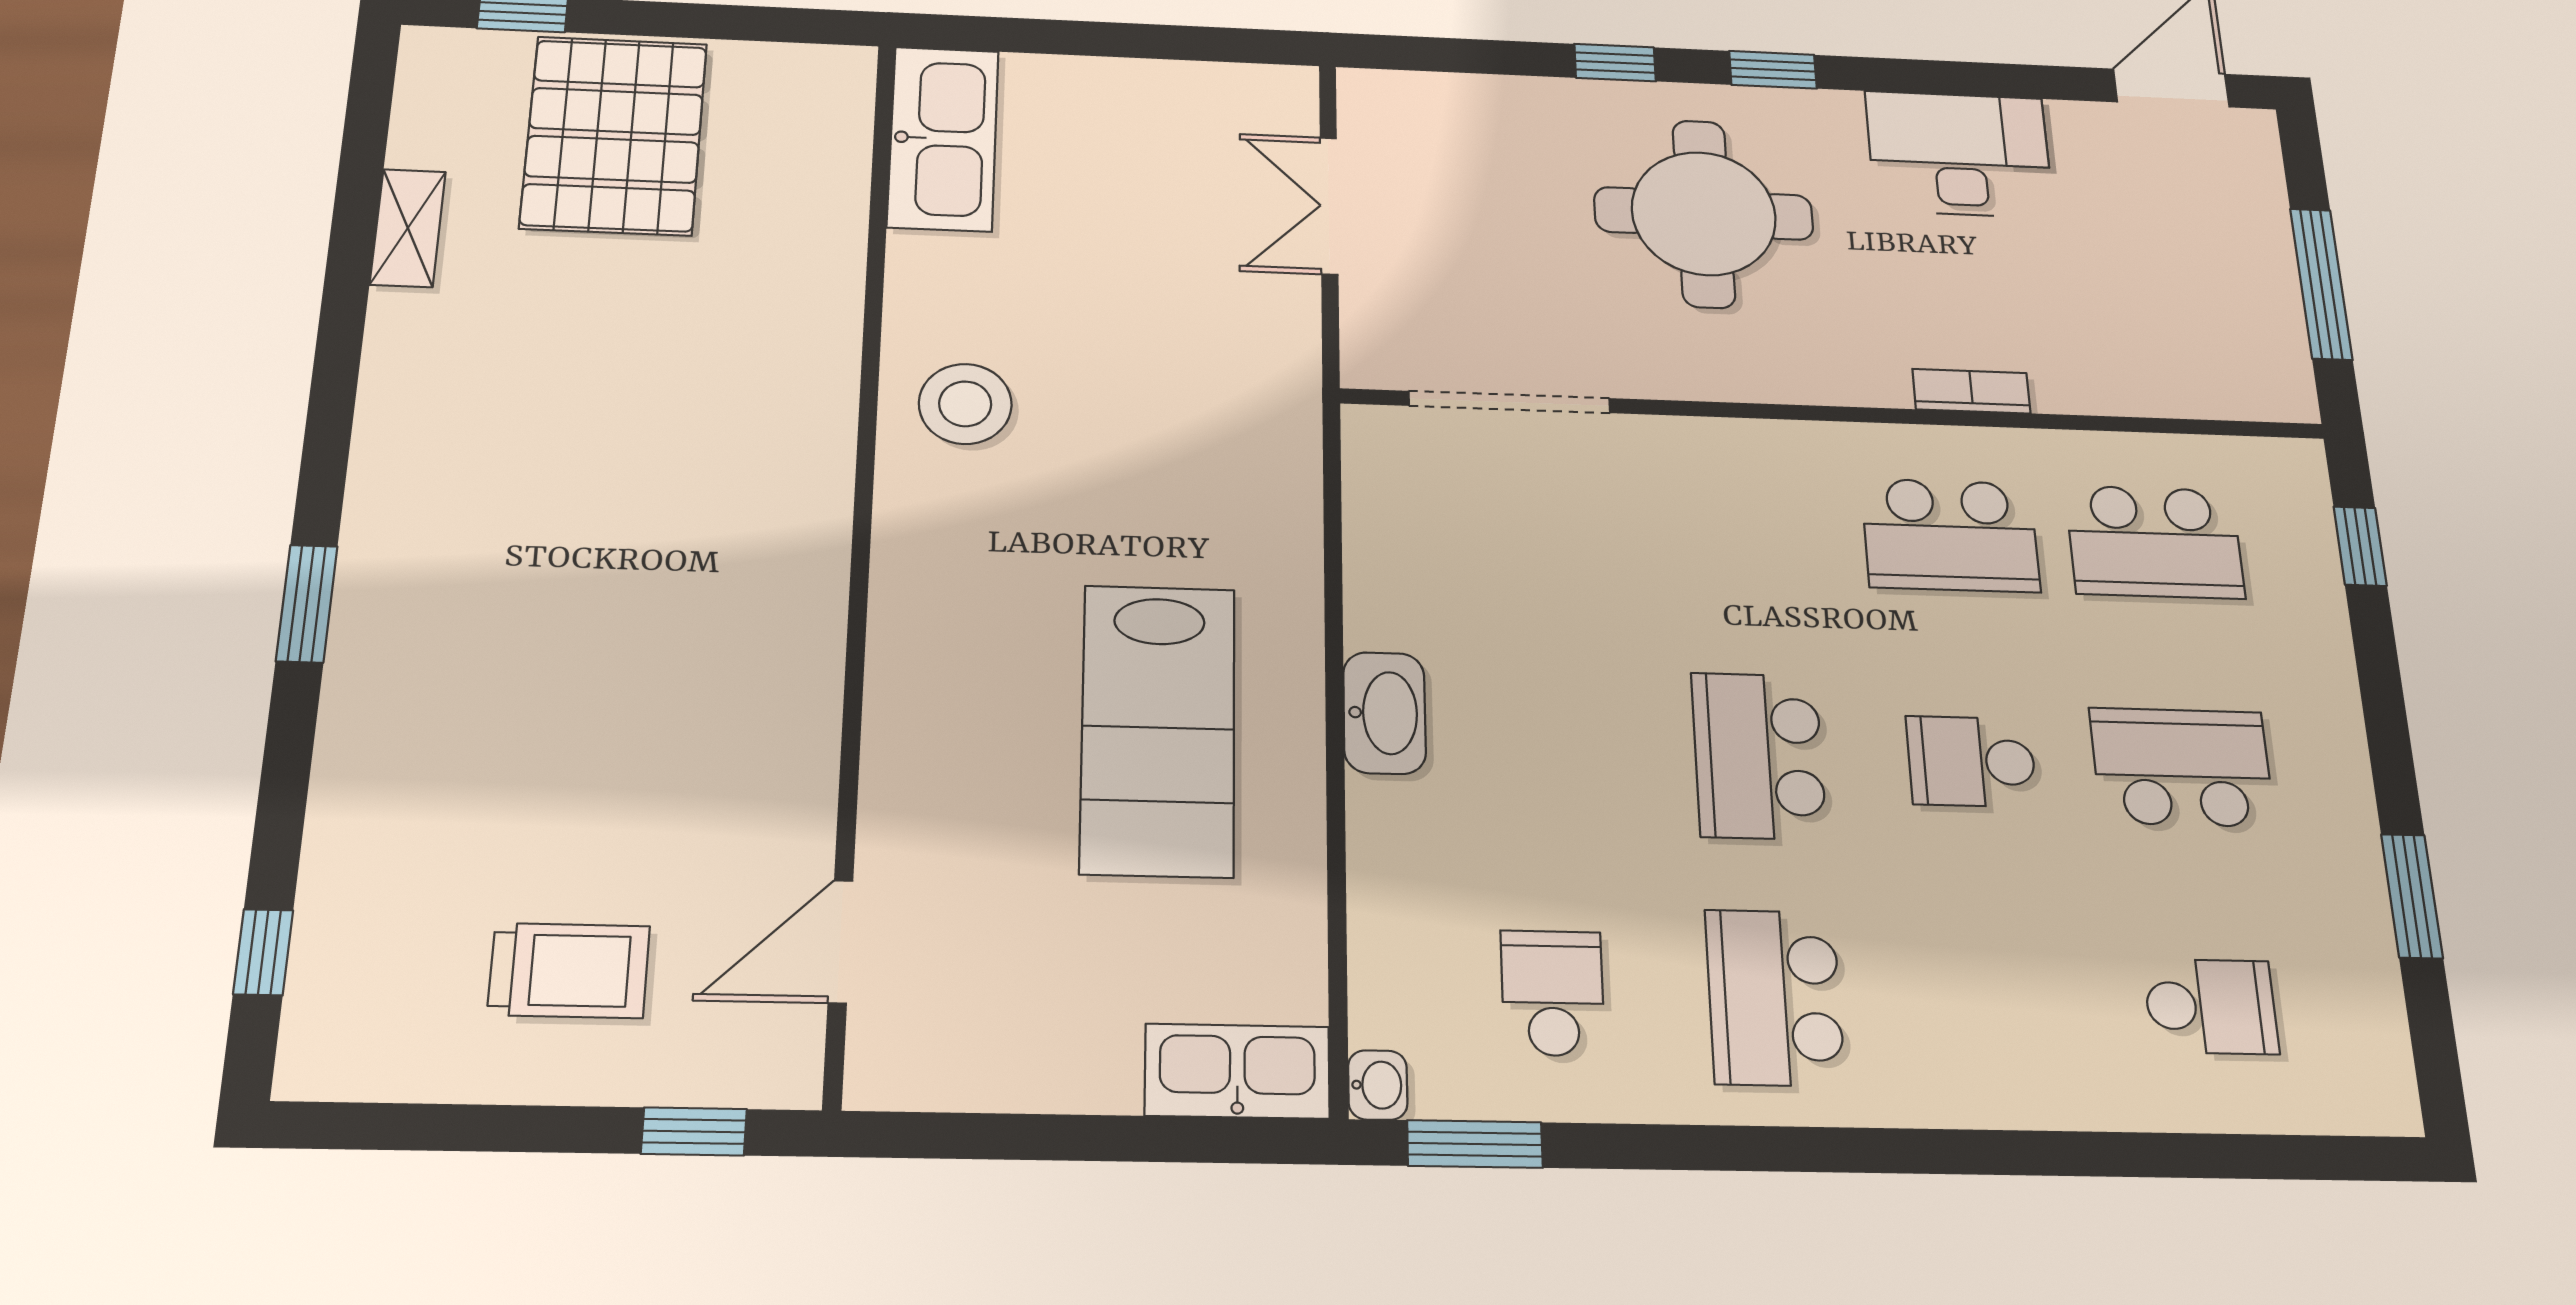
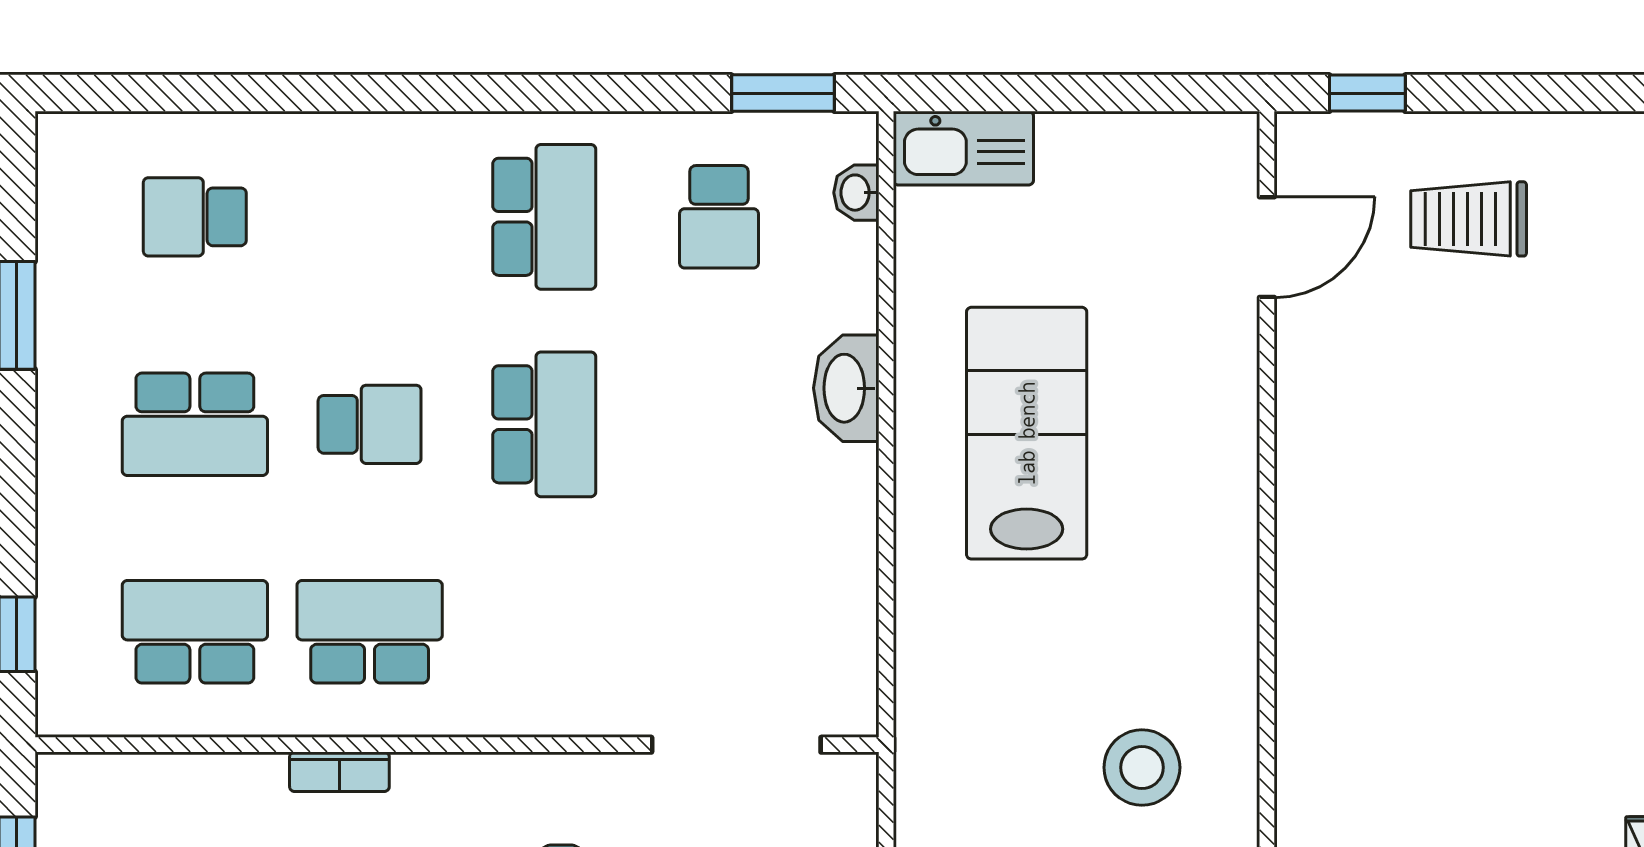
stool: (965, 404) -> (1142, 767), moved
washbasin: (1384, 713) -> (846, 388), moved
washbasin: (1378, 1085) -> (856, 193), moved

